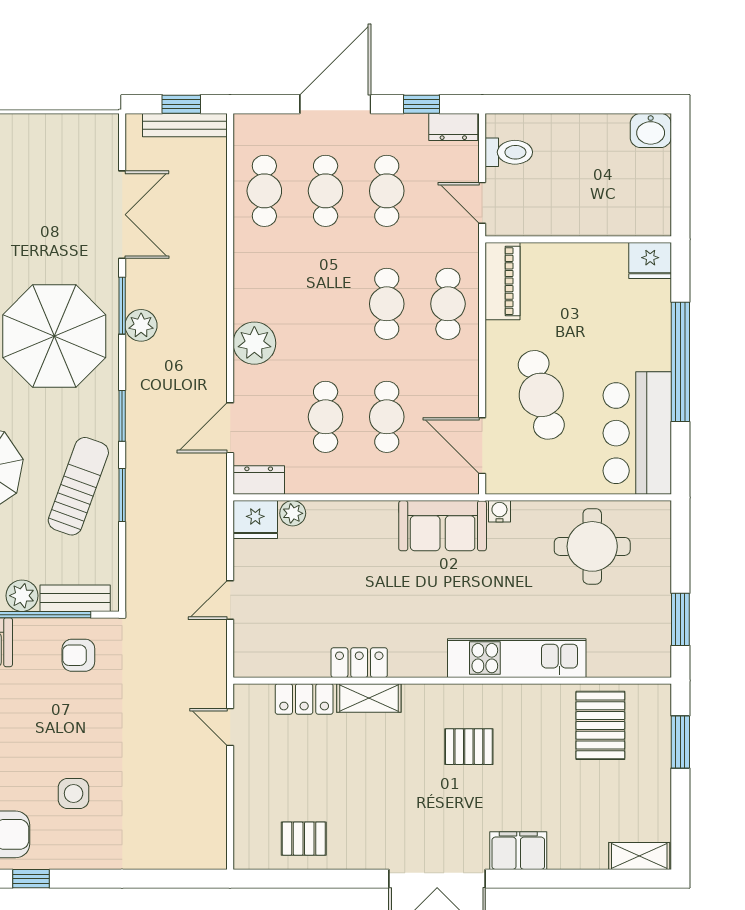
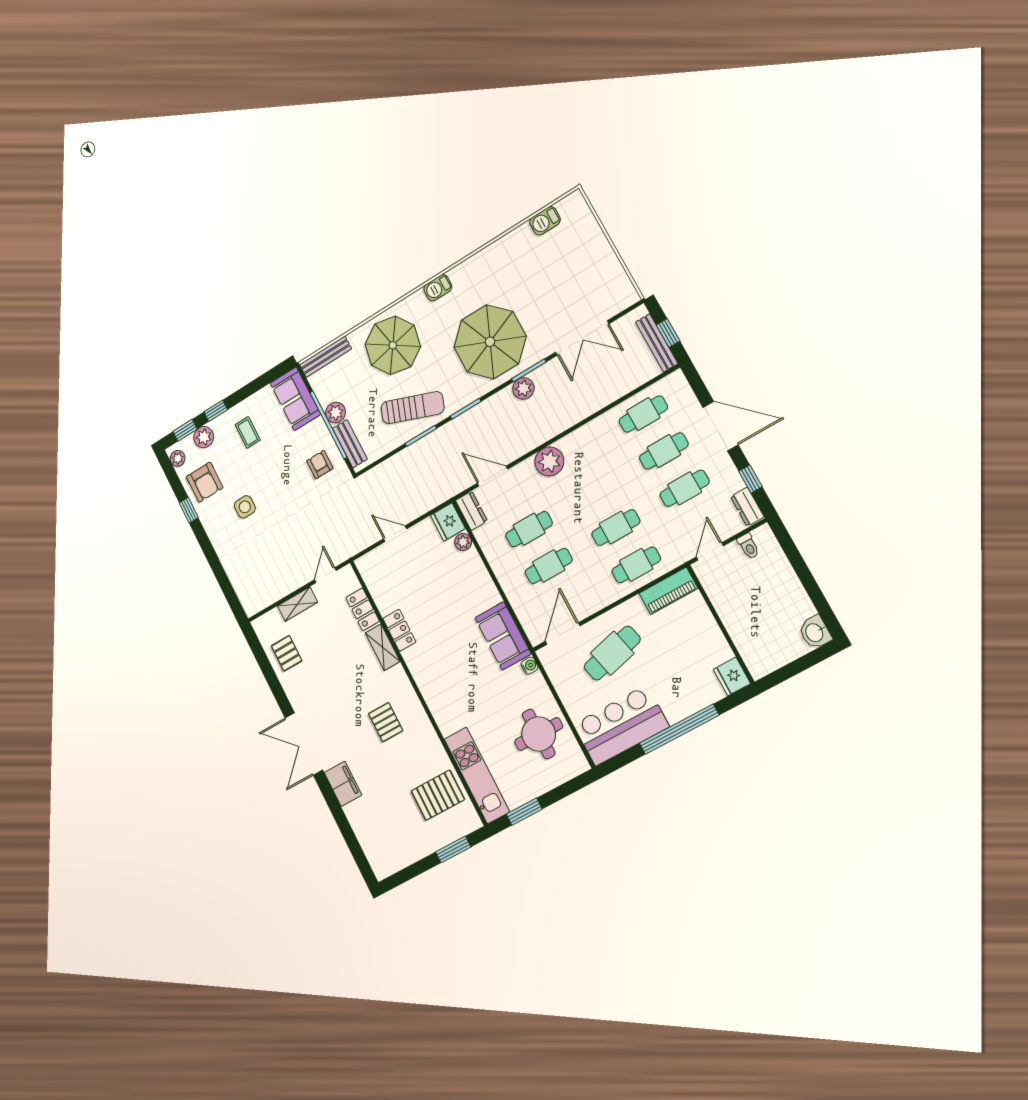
toilet: (509, 152) -> (748, 546), width x0.73, depth x0.72
kitchen unit: (517, 658) -> (477, 775), moved
shelving: (639, 856) -> (298, 604), moved, turned 90

